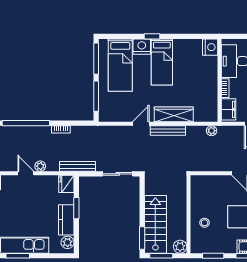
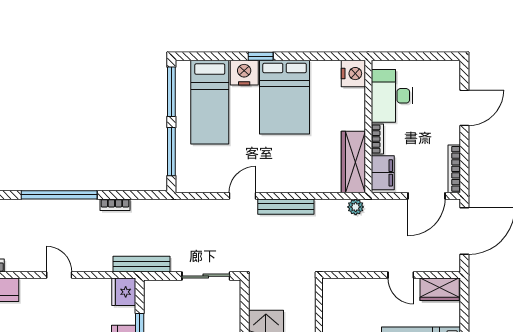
bed: (162, 62) -> (285, 97), width x1.50
wardrobe: (174, 114) -> (353, 162), moved, turned -90
plant: (40, 166) -> (82, 264), removed

